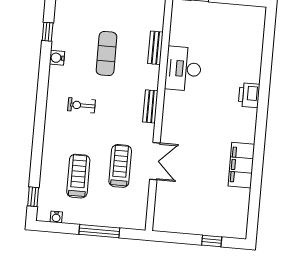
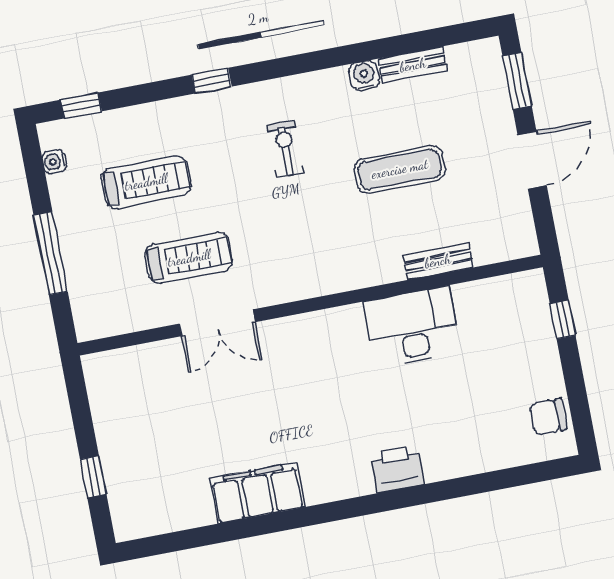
chair: (244, 16) -> (548, 417), added
window: (48, 32) -> (212, 81), moved
bench: (150, 106) -> (413, 65), moved

